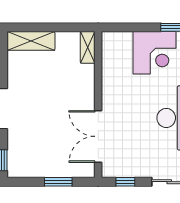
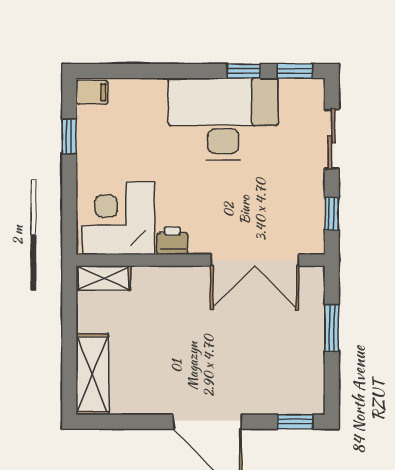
corner desk: (154, 53) -> (119, 218), moved, turned -90
printer: (110, 88) -> (172, 241), added

